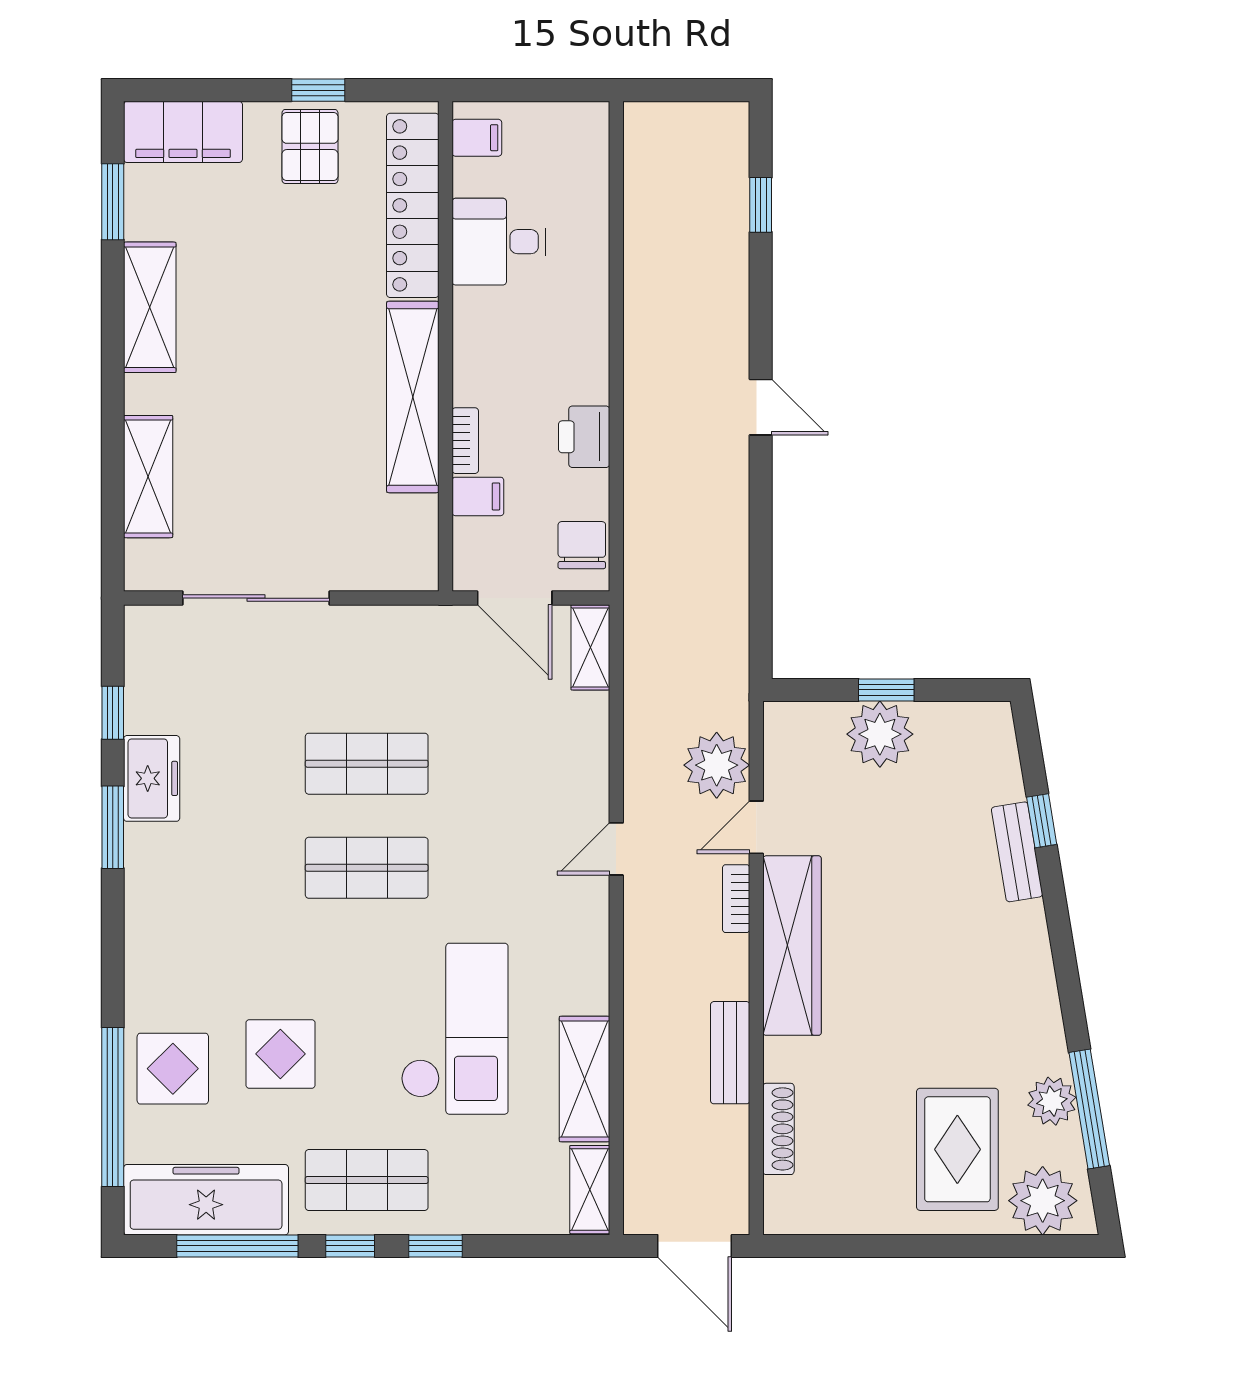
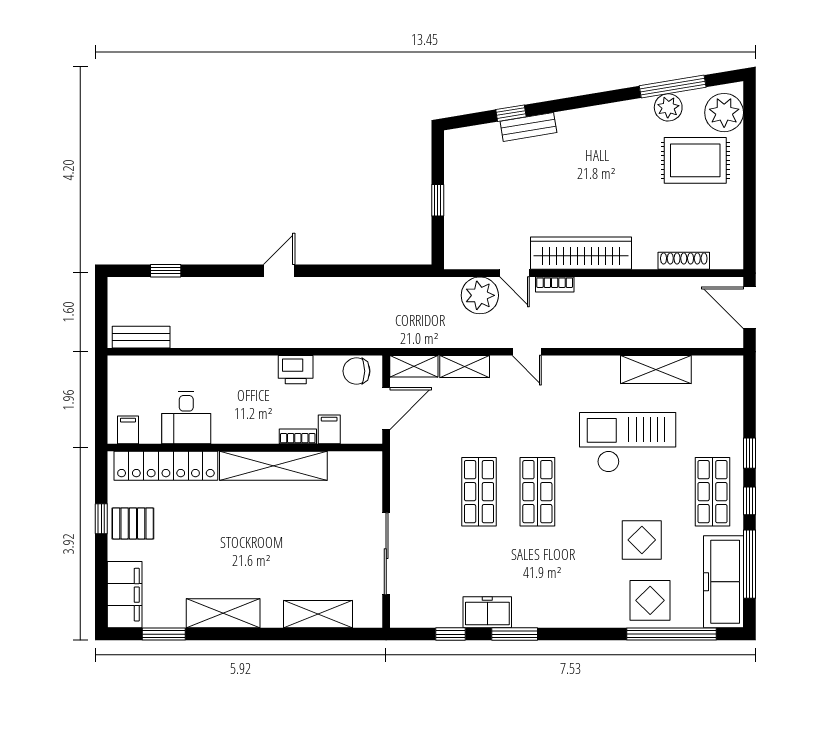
plant: (880, 734) -> (462, 204), removed
bench: (730, 1053) -> (141, 337), moved
shelving: (590, 1190) -> (465, 367), moved
door: (695, 1246) -> (749, 308), swing flipped

